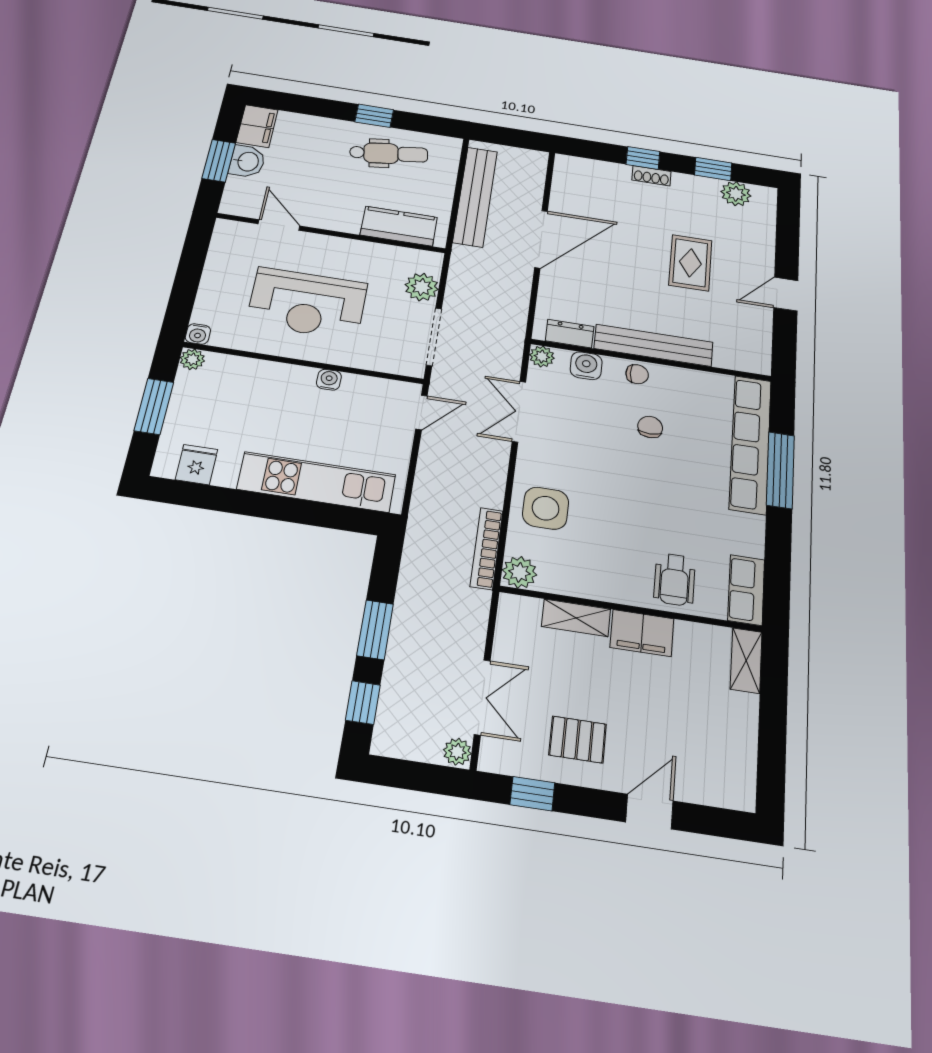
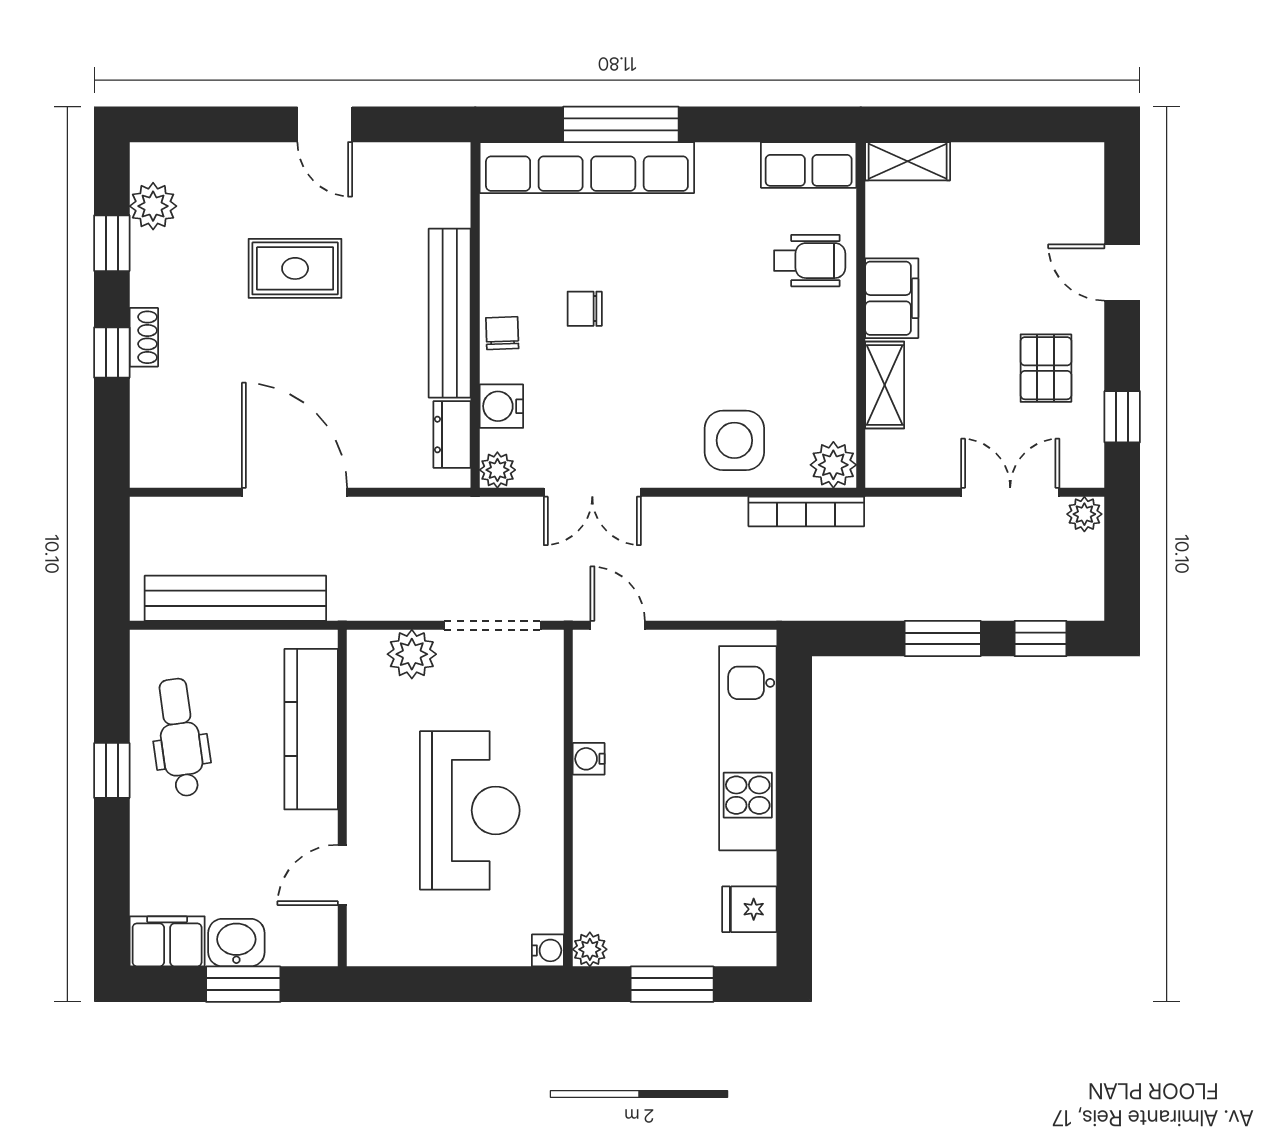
kitchen counter: (399, 226) -> (311, 729), width x1.50

